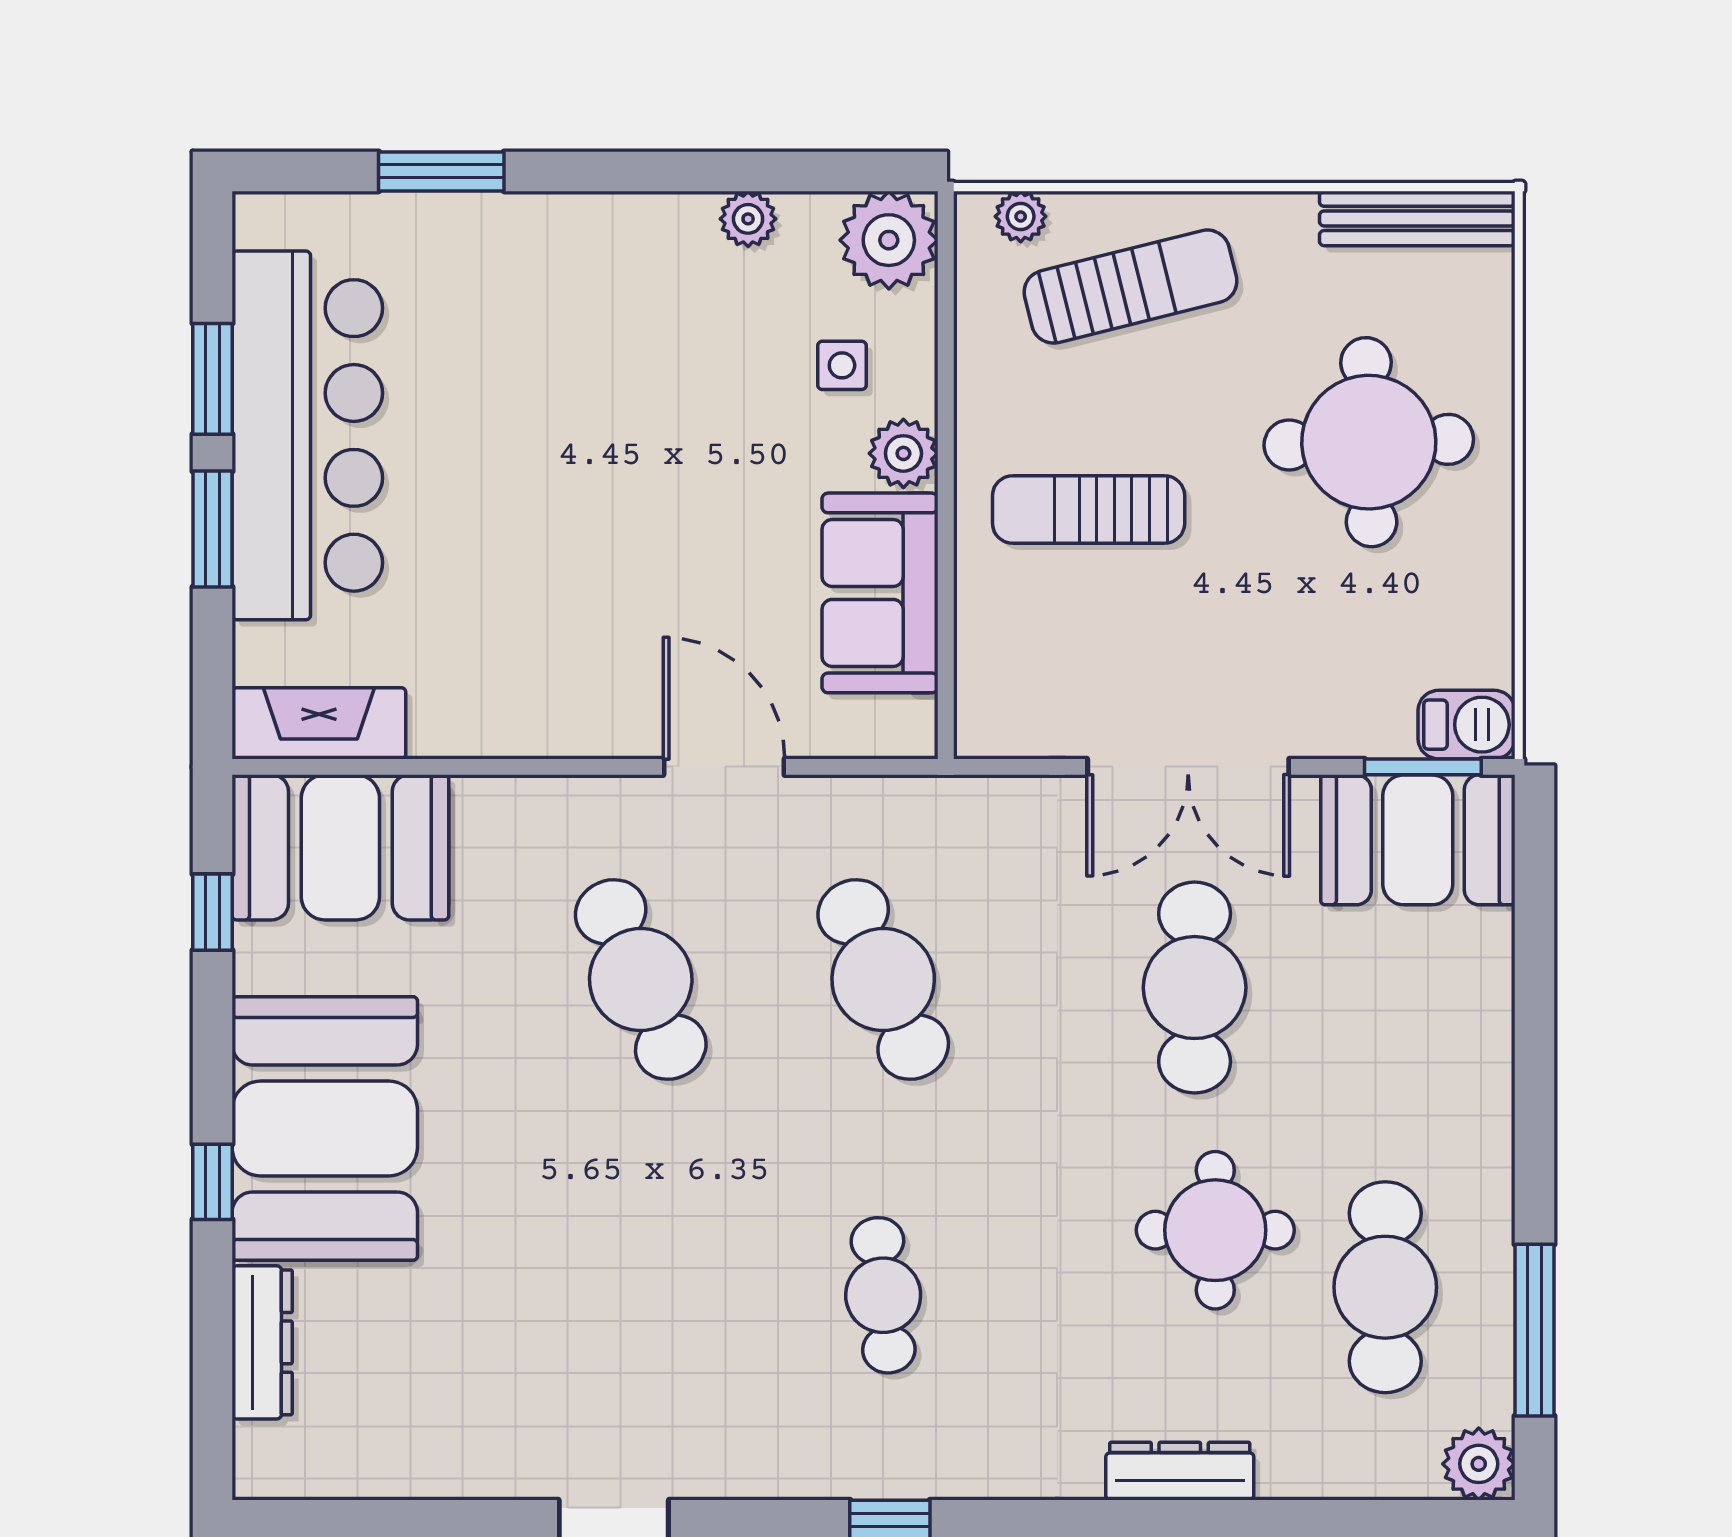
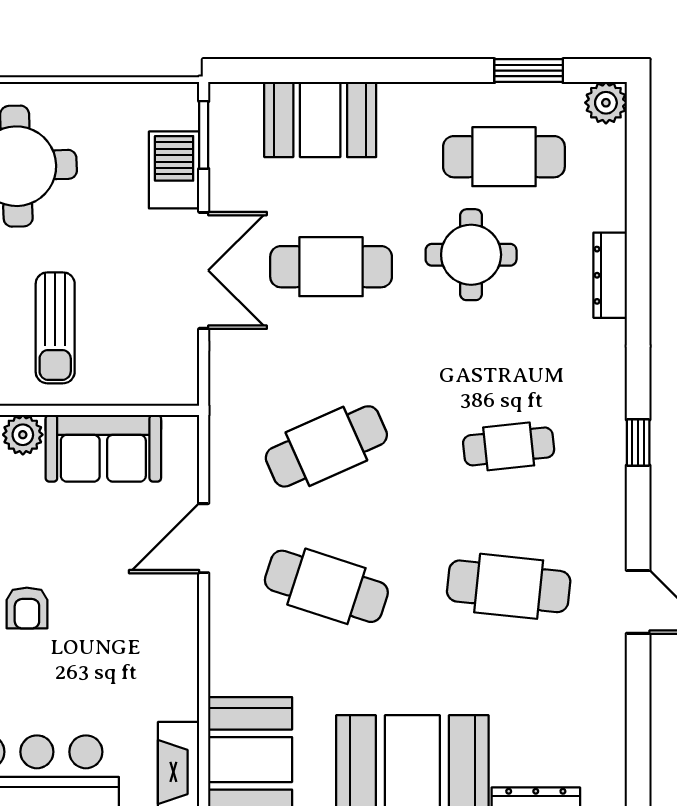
armchair: (603, 461) -> (27, 608), added
barbecue: (1466, 725) -> (174, 170), moved, width x1.38, depth x1.27
booth: (1418, 840) -> (320, 119), moved, turned 90
cafe table: (641, 980) -> (326, 586), turned 42
cafe table: (641, 1295) -> (509, 586), added
window: (1535, 1330) -> (529, 71), width x0.69

